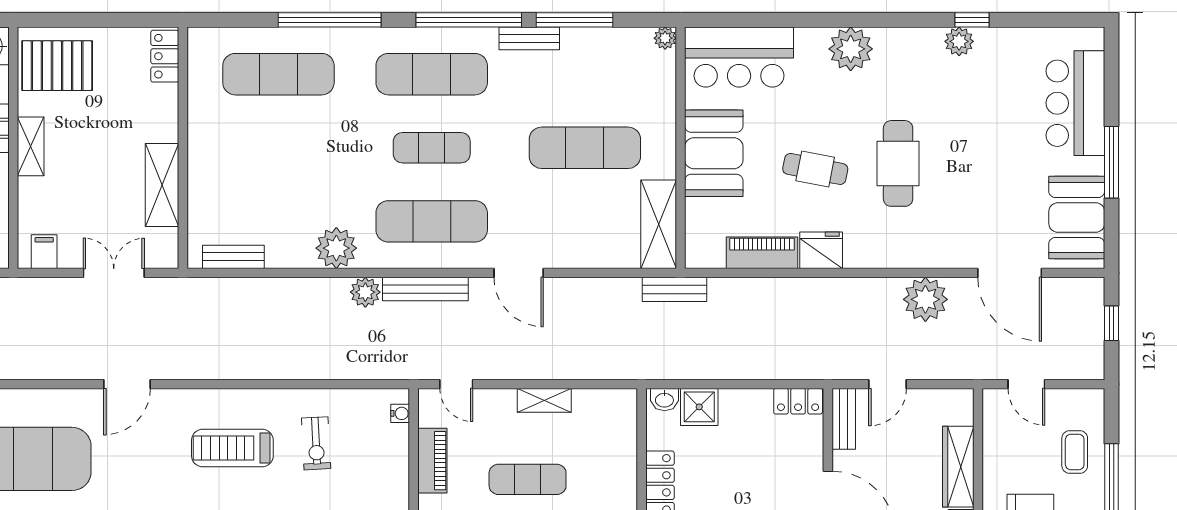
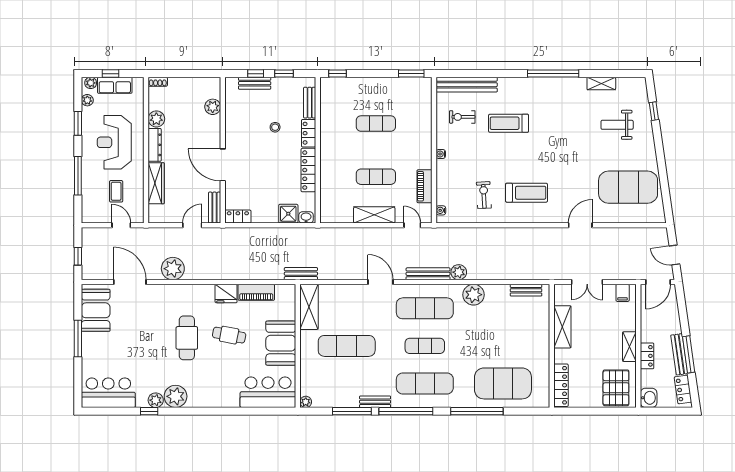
plant: (851, 49) -> (176, 396), moved
locker: (165, 56) -> (561, 385), width x1.53
pallet: (57, 66) -> (616, 388), turned 90
exercise mat: (278, 74) -> (503, 383), width x1.47
bar counter: (1075, 103) -> (108, 393), moved, turned -90
shelving: (544, 400) -> (374, 215), width x1.50, depth x1.33
coffee table: (1075, 452) -> (116, 191), moved

